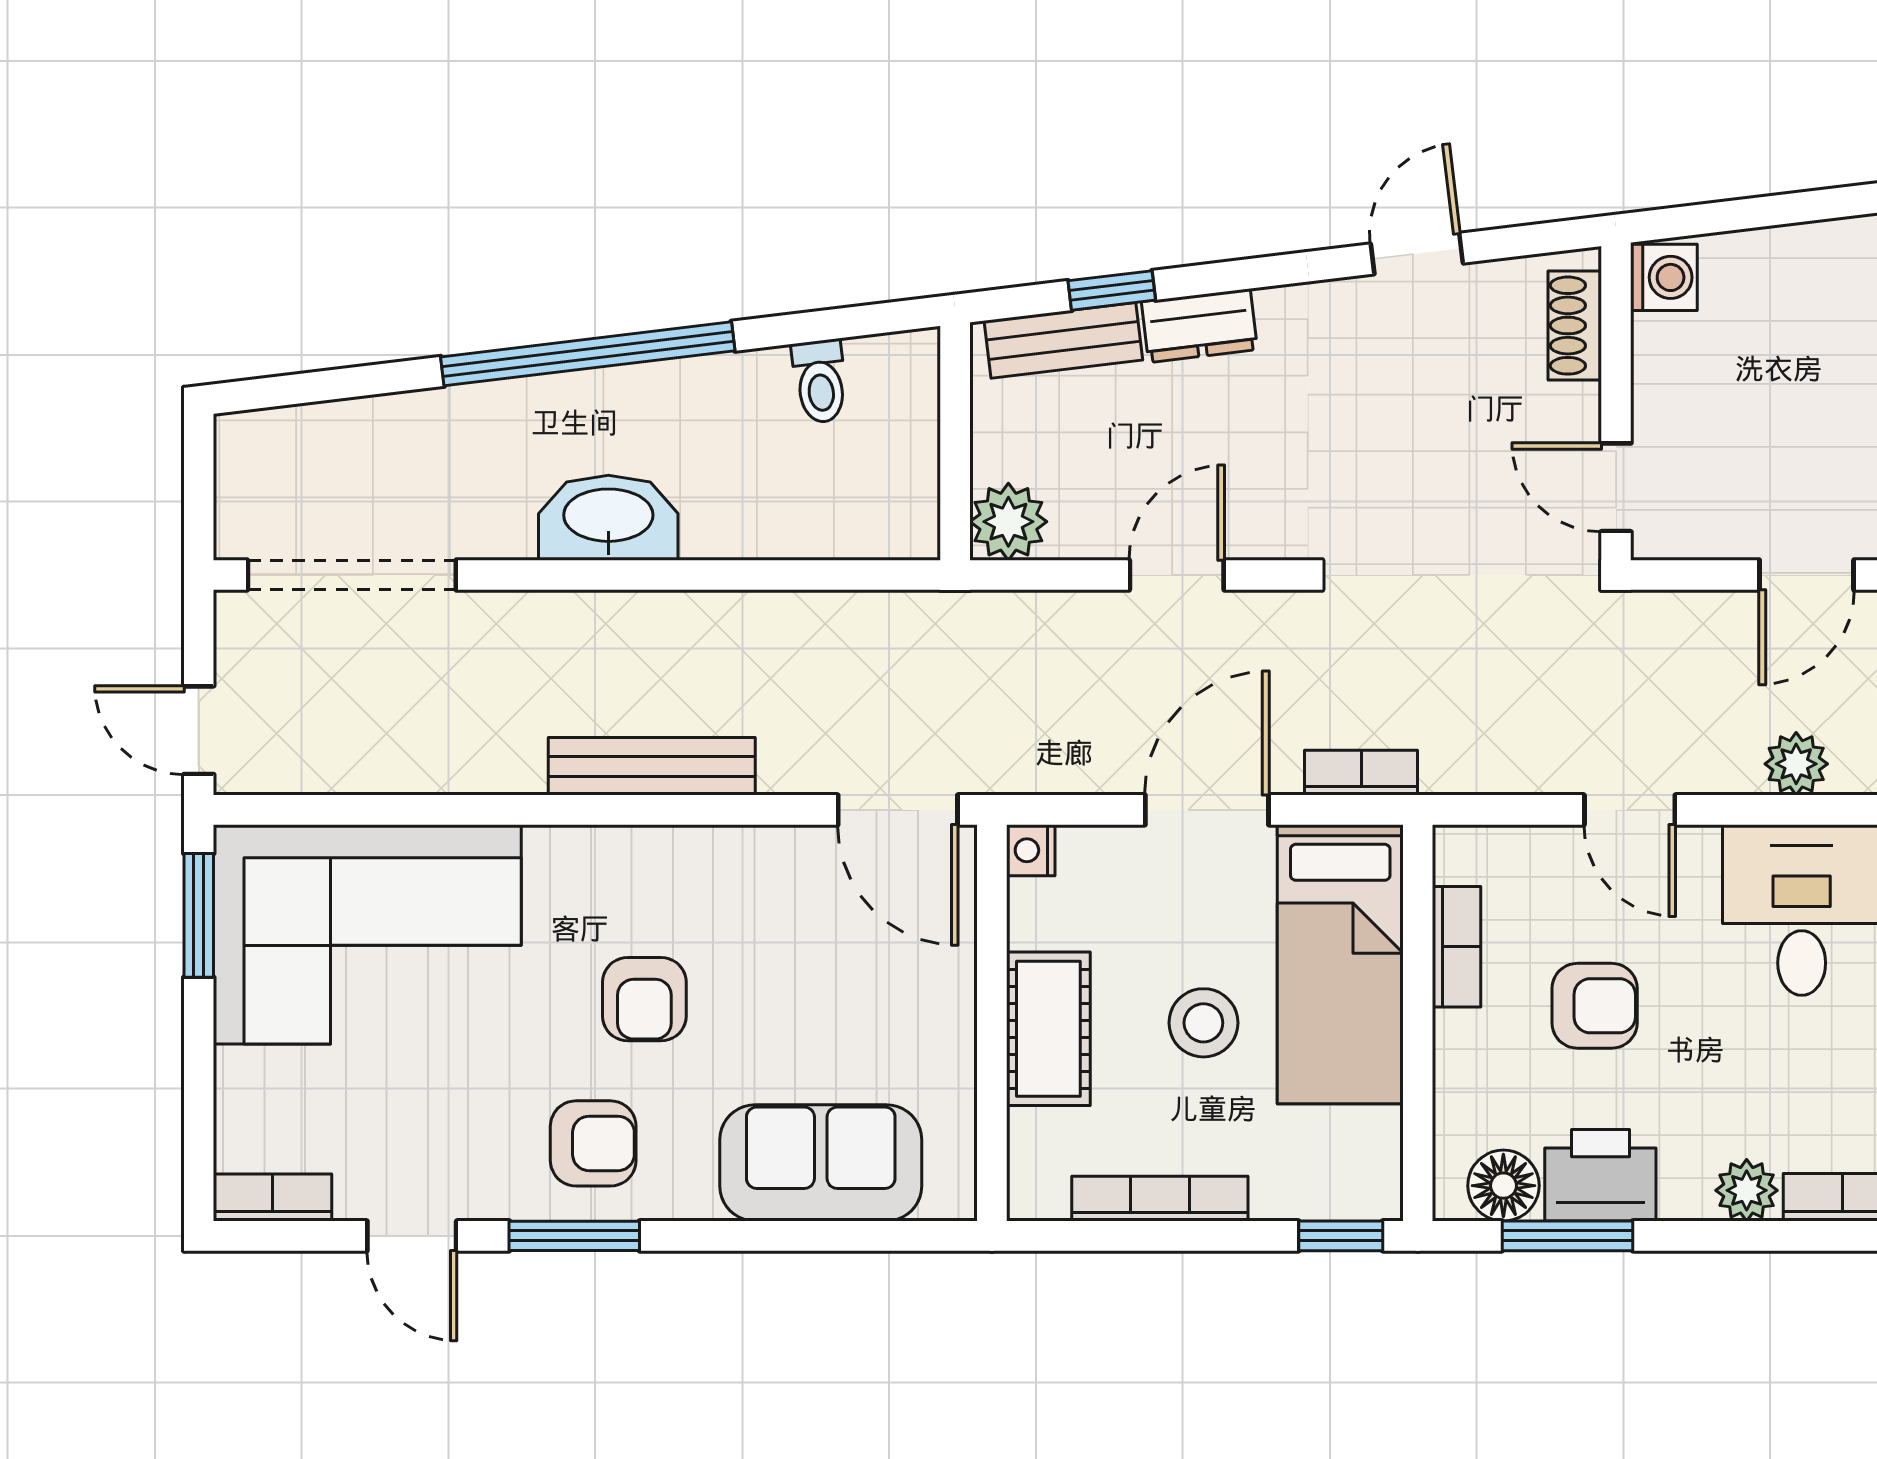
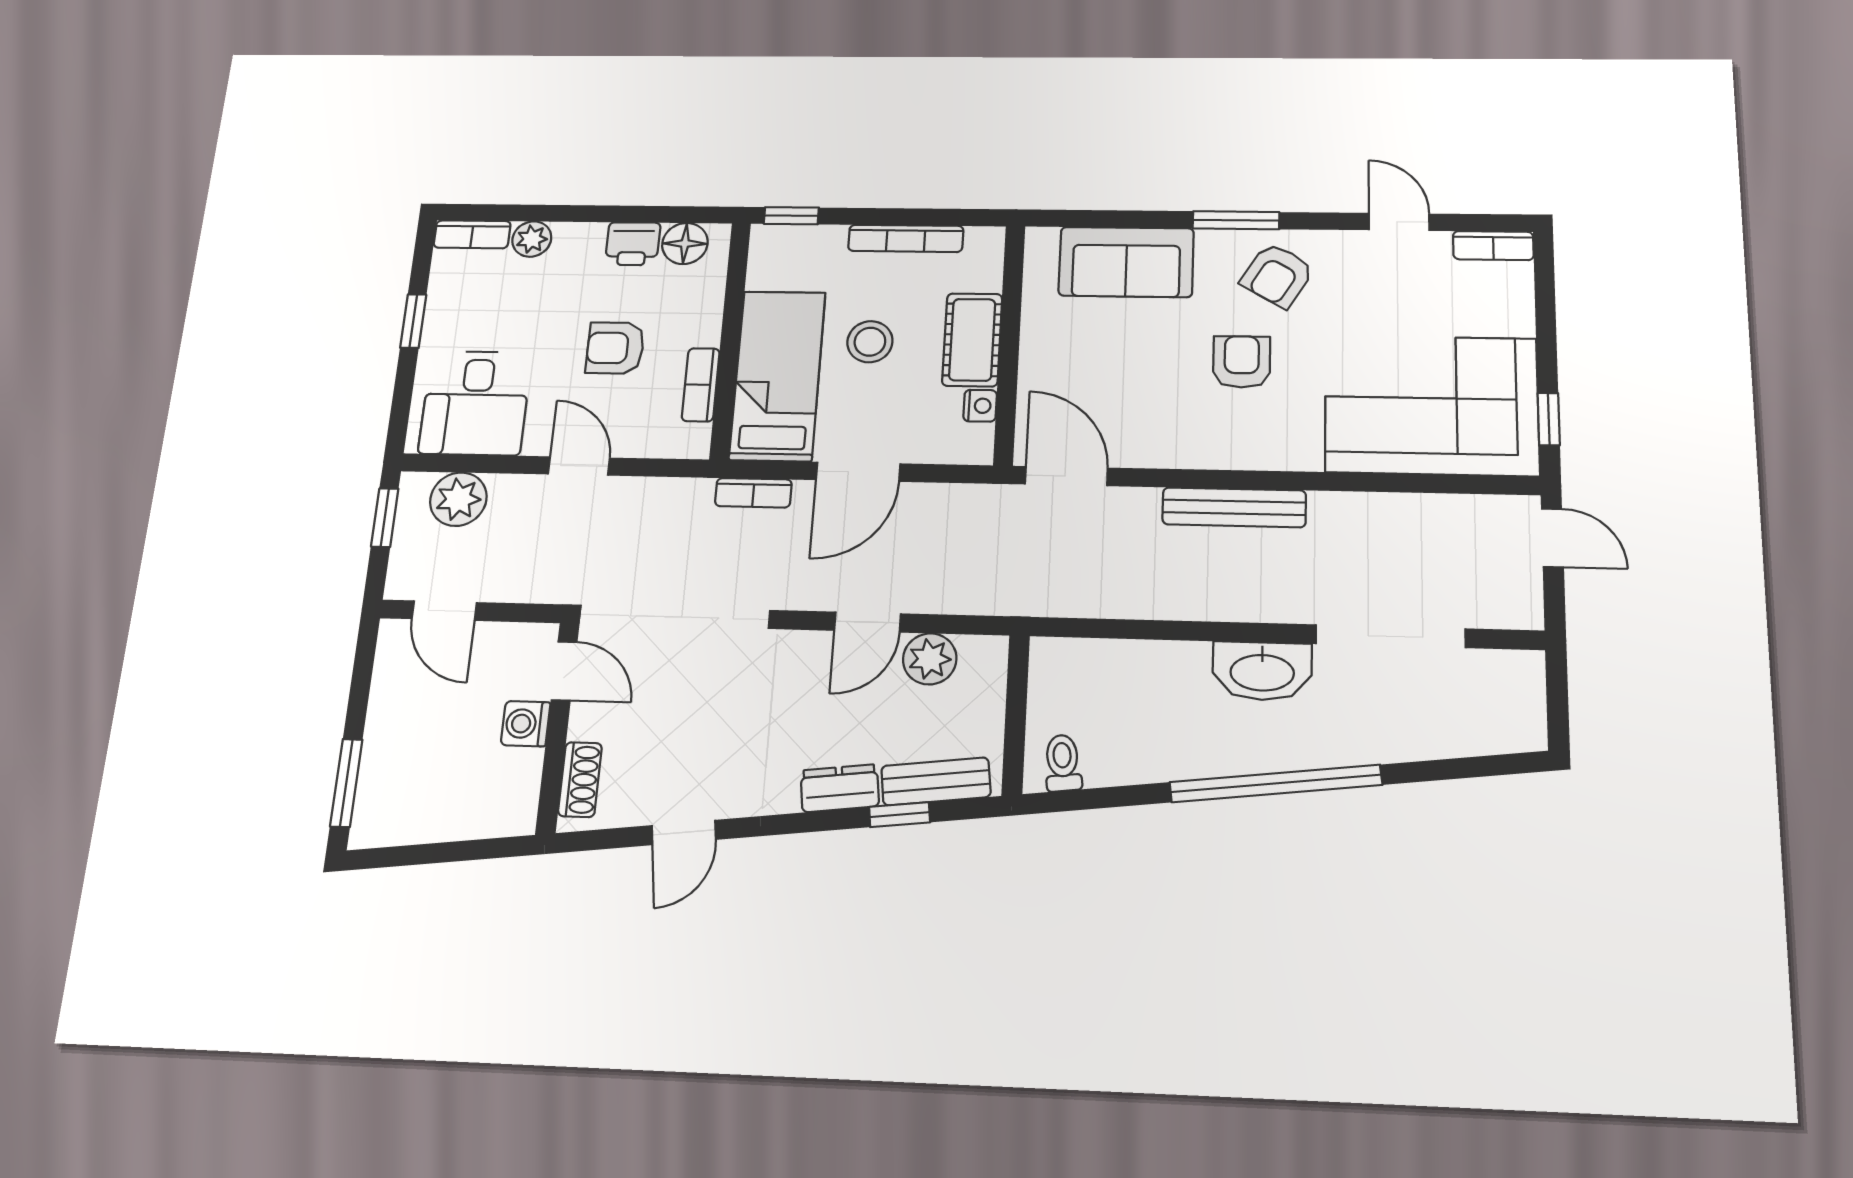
washing machine: (1664, 277) -> (526, 724), moved
toilet: (820, 381) -> (1063, 763), moved
plant: (1008, 522) -> (930, 659), moved
doorway: (352, 575) -> (1390, 636), moved
door: (1807, 575) -> (444, 611), swing flipped
plant: (1796, 764) -> (458, 499), width x1.38, depth x1.38
nightstand: (1031, 850) -> (980, 406), moved
window: (199, 915) -> (1549, 419), width x0.67
armchair: (593, 1143) -> (1277, 275), turned -59
printer: (1600, 1175) -> (633, 244), width x0.73, depth x0.81
window: (574, 1236) -> (1236, 220), moved
window: (1567, 1236) -> (647, 214), removed

